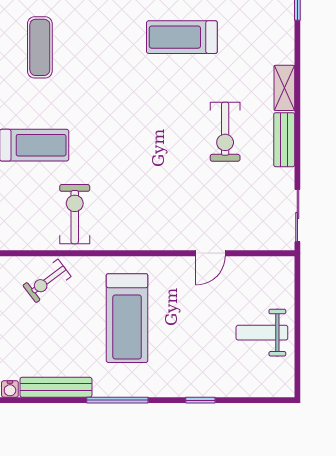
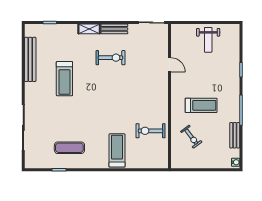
exercise bike: (47, 281) -> (191, 137), moved
treadmill: (127, 318) -> (201, 105), width x0.73, depth x0.73
bench: (56, 387) -> (235, 135), width x0.73

